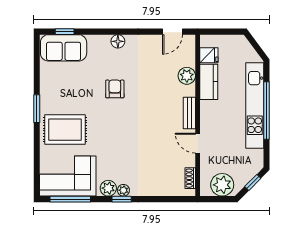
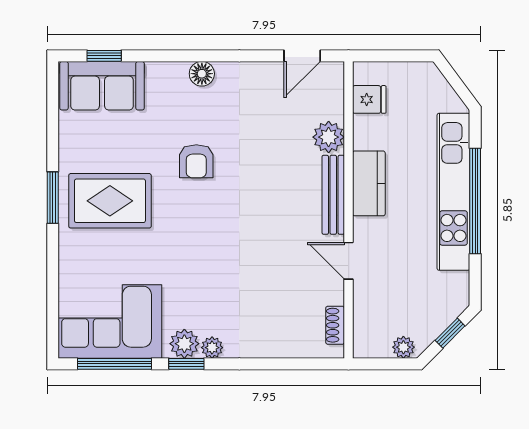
kitchen counter: (209, 82) -> (369, 183), moved
armchair: (115, 89) -> (196, 161), turned 180
bench: (189, 113) -> (333, 195), width x1.36
rug: (65, 130) -> (110, 201), moved
plant: (222, 185) -> (403, 347), width x0.53, depth x0.53
window: (122, 199) -> (186, 364), moved

